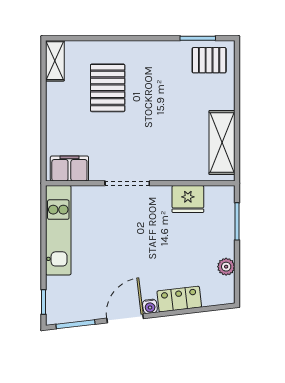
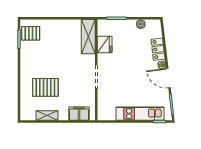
pallet: (209, 60) -> (31, 33), turned 90
shelving: (55, 61) -> (47, 115), moved
shelving: (222, 143) -> (88, 37), moved, turned 90
filing cabinet: (69, 169) -> (79, 114), moved, turned 90
kitchen unit: (58, 230) -> (140, 114), moved

